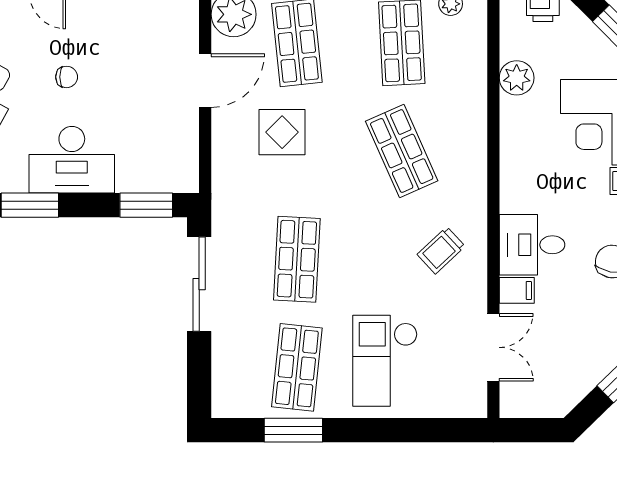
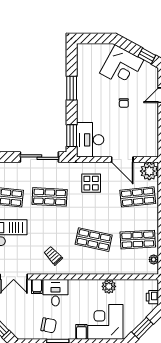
plant: (517, 78) -> (109, 286), moved
display table: (282, 132) -> (91, 183), moved
shop shelf: (402, 151) -> (94, 240), turned 36
desk: (72, 160) -> (90, 140), moved

